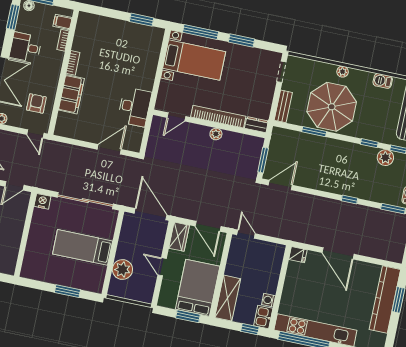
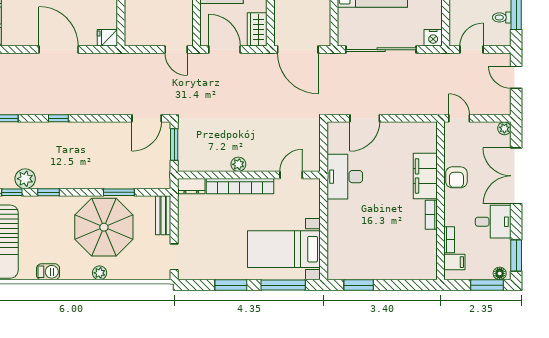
armchair: (36, 103) -> (456, 177), moved

